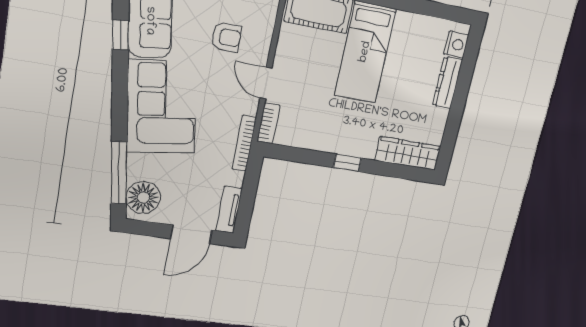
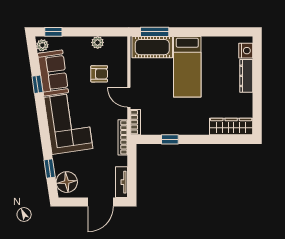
window: (347, 163) -> (170, 139), moved
window: (119, 173) -> (50, 168), width x0.46

